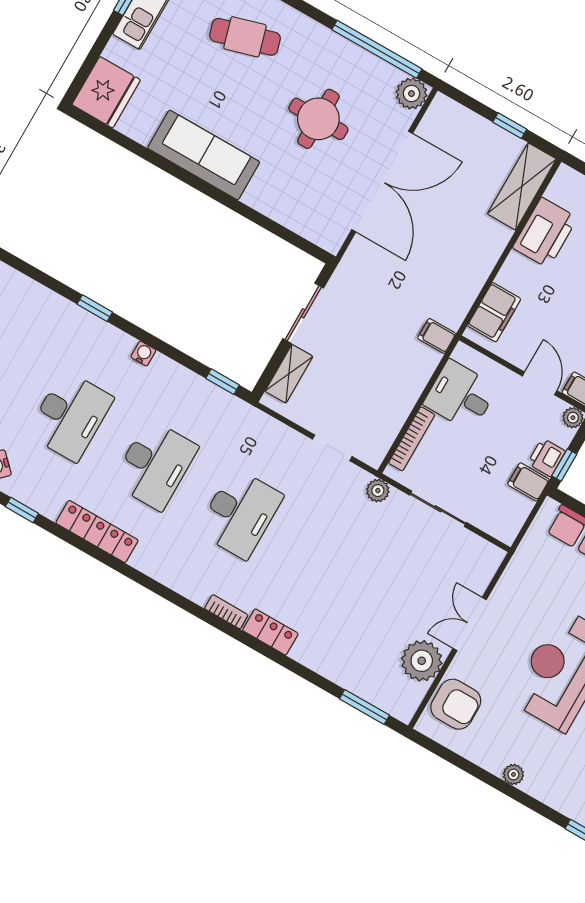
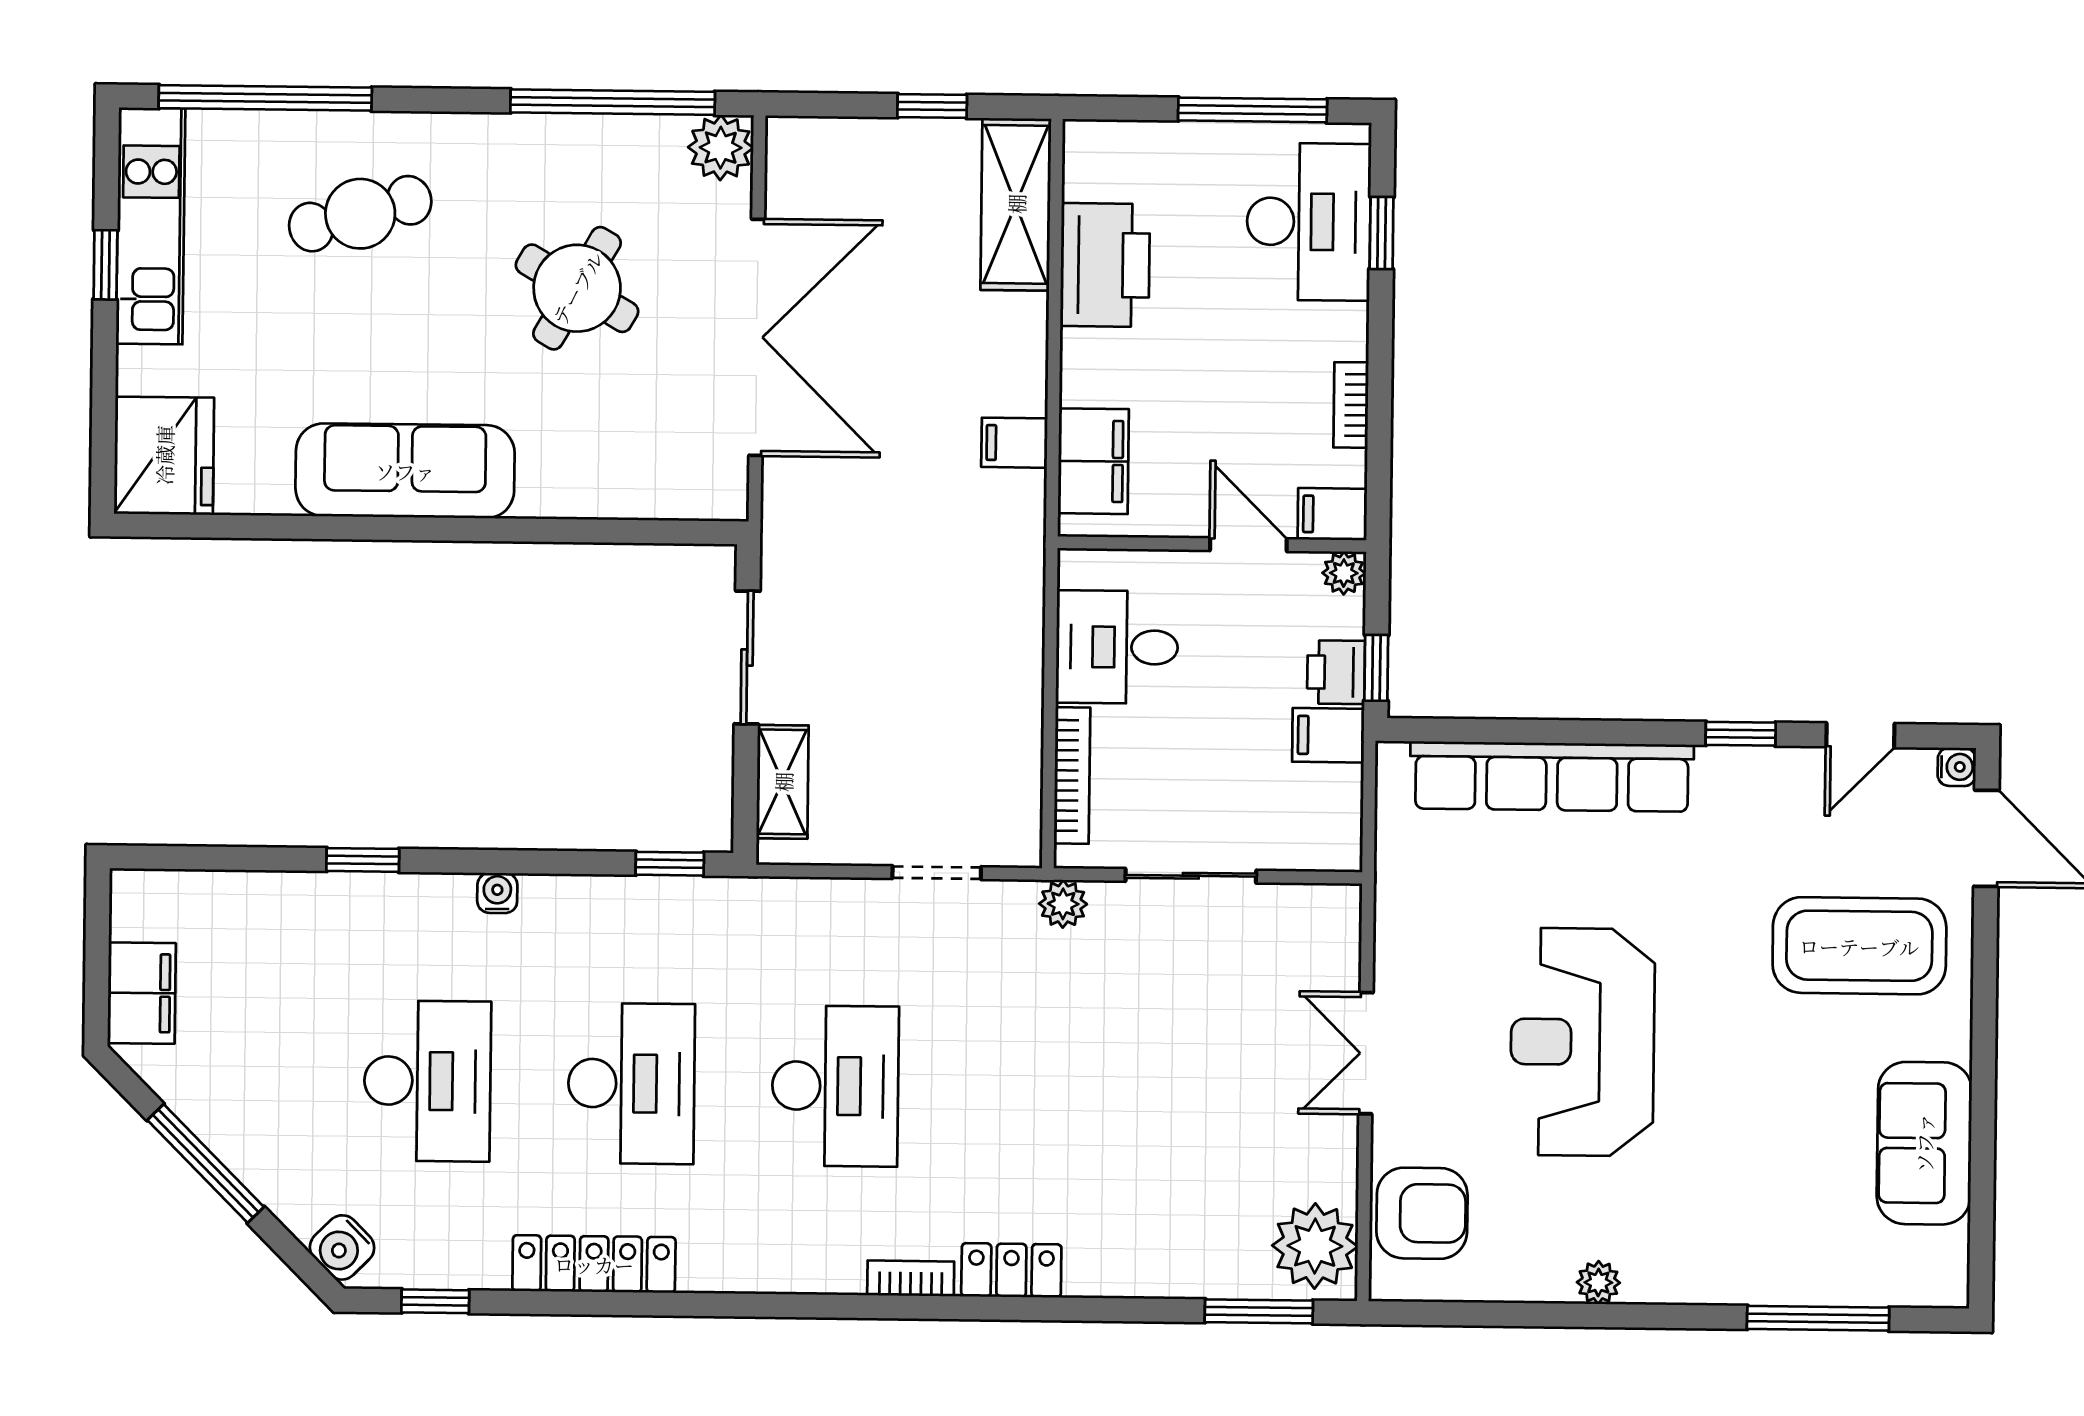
round table: (318, 119) -> (577, 288), turned 30
filing cabinet: (437, 336) -> (1014, 443), moved
plant: (422, 661) -> (1315, 1246), moved

